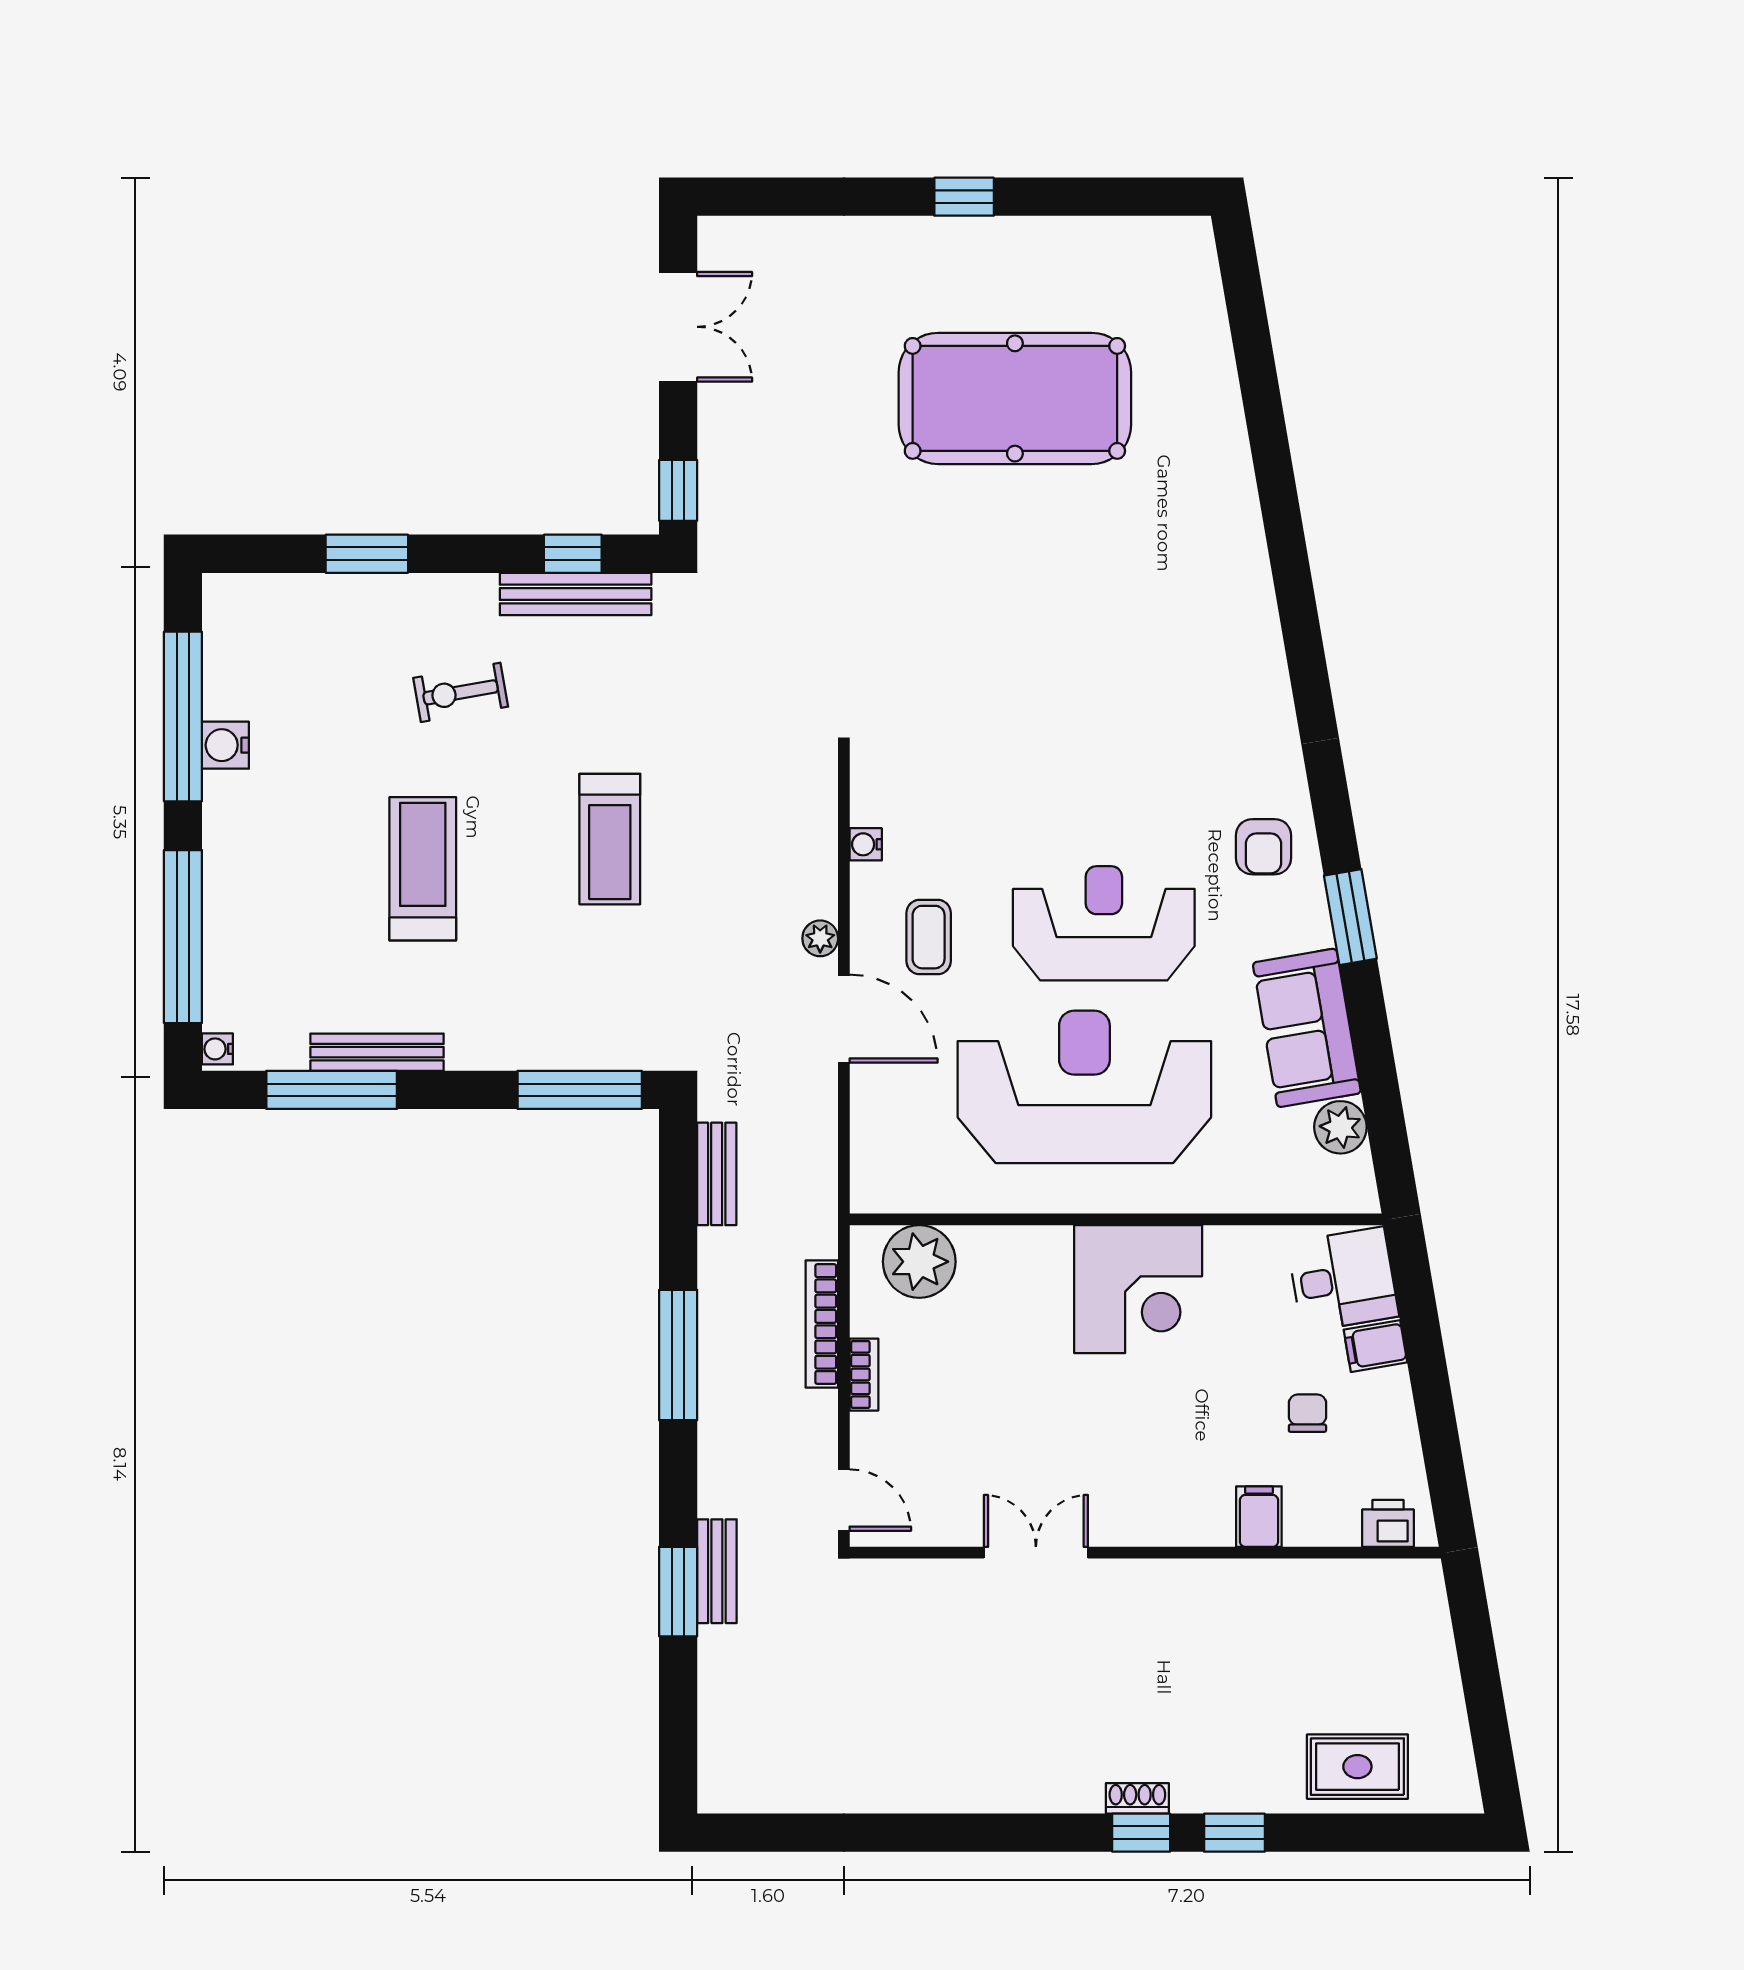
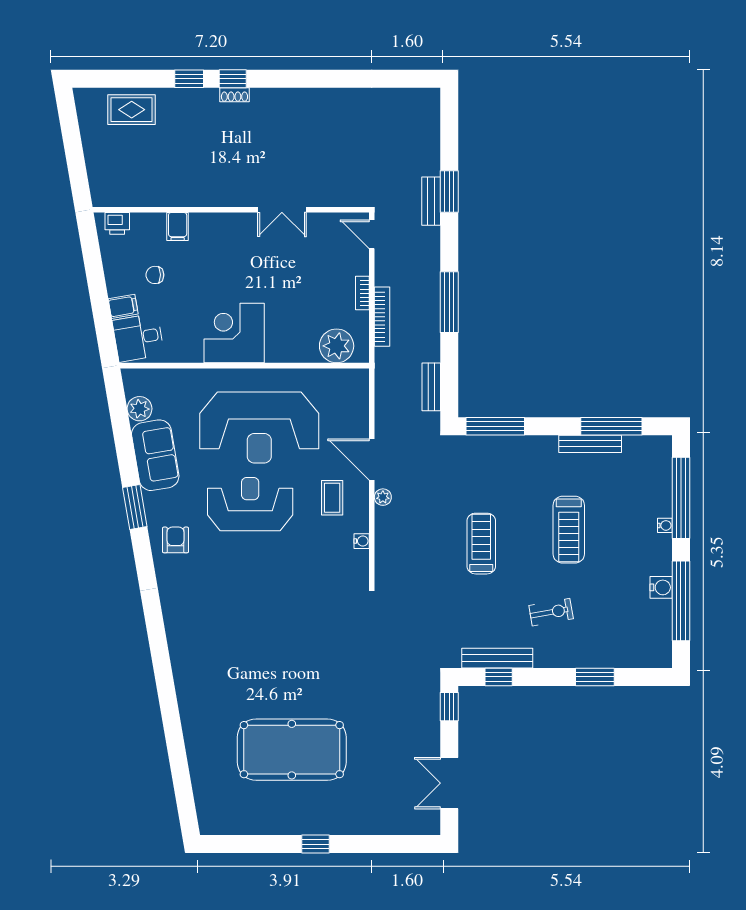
reception desk: (1104, 923) -> (250, 504), turned 180
water cooler: (217, 1049) -> (665, 525), moved
chair: (1307, 1413) -> (155, 275), turned 90

